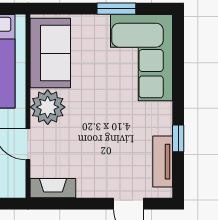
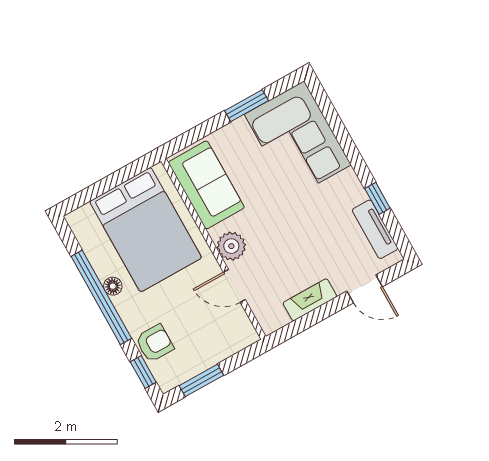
plant: (48, 107) -> (231, 246), width x0.73, depth x0.73
fireplace: (53, 188) -> (310, 300), moved

